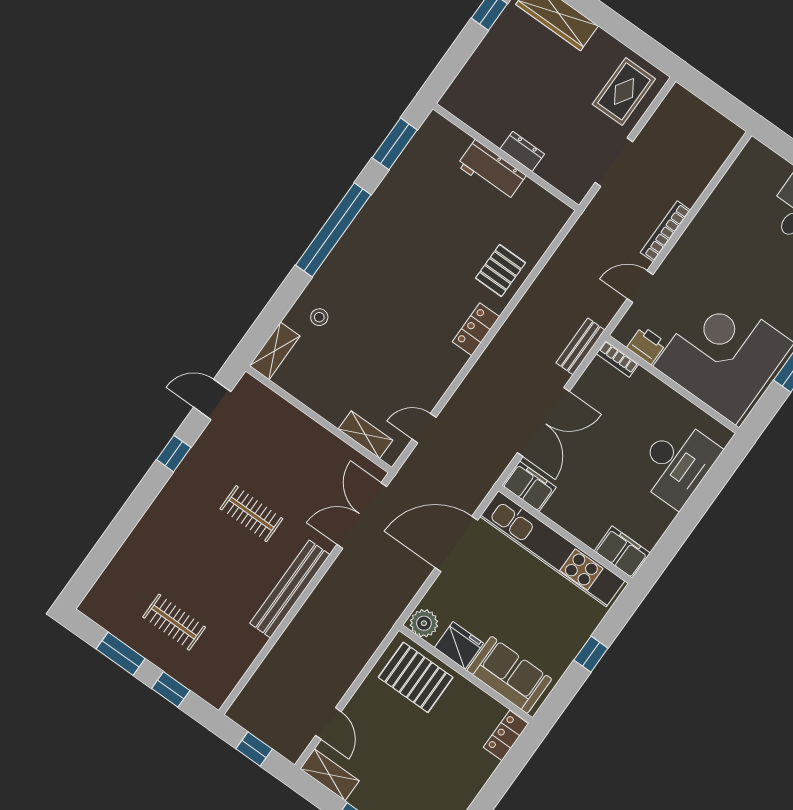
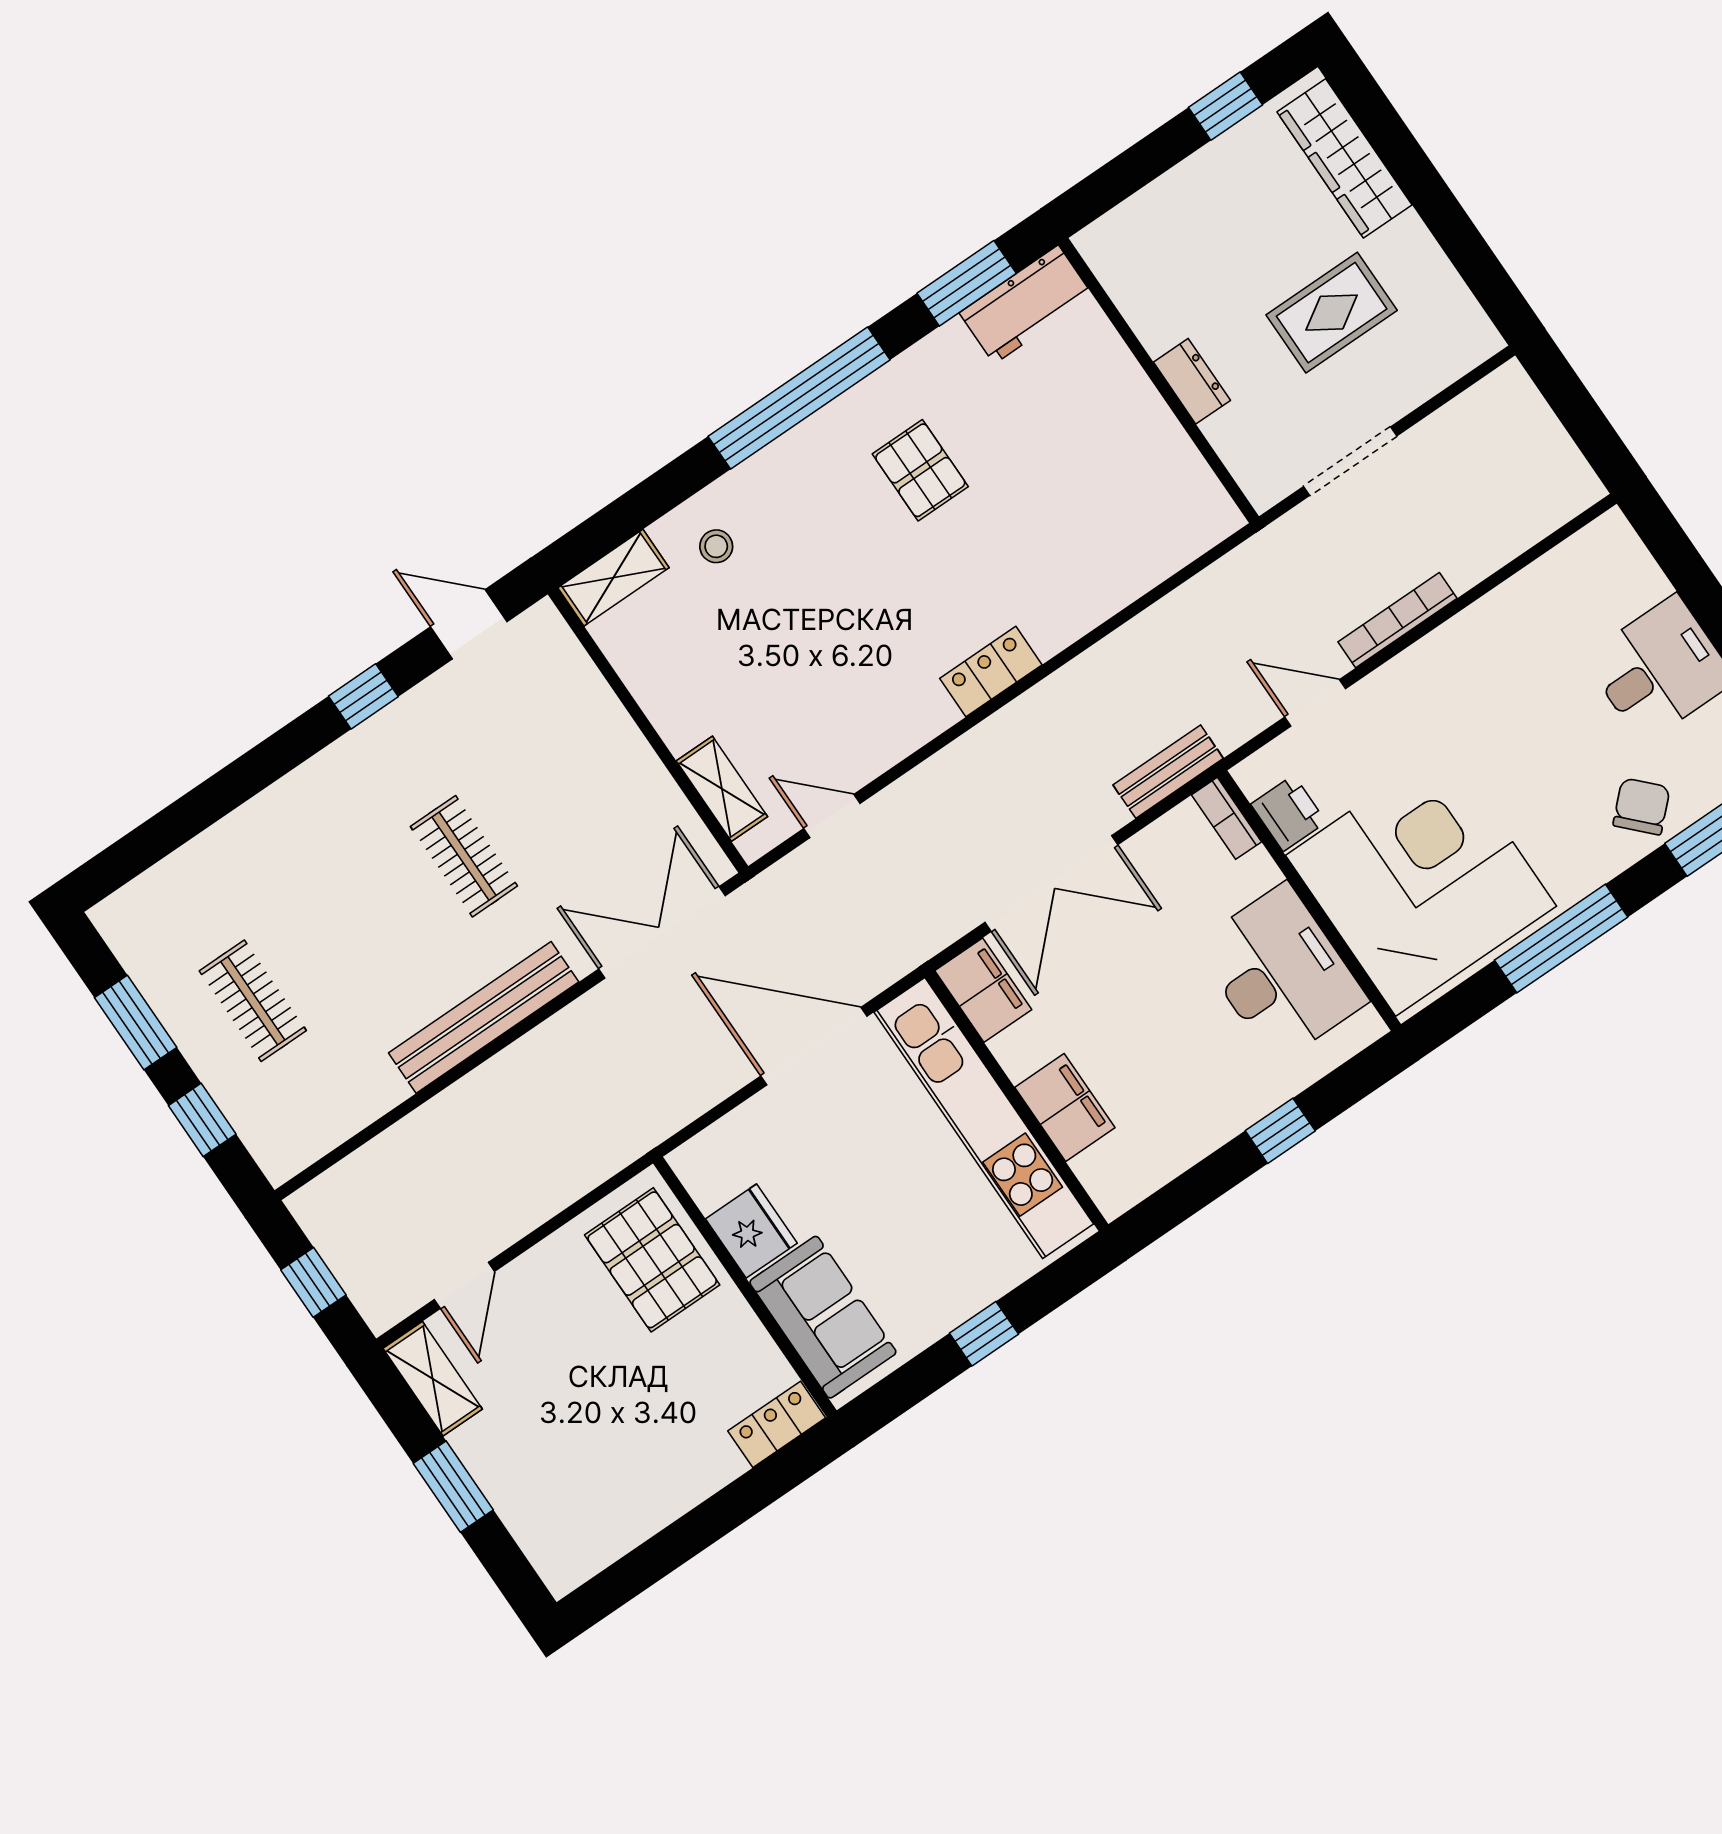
rug: (624, 91) -> (1332, 313), moved
workbench: (491, 170) -> (1026, 304), moved, turned -90
pallet: (500, 270) -> (920, 470), moved, turned 90
desk: (677, 463) -> (1281, 973), moved, turned -90
window: (699, 502) -> (1280, 1131), added
filing cabinet: (622, 552) -> (1065, 1108), moved
plant: (424, 623) -> (703, 1168), removed

